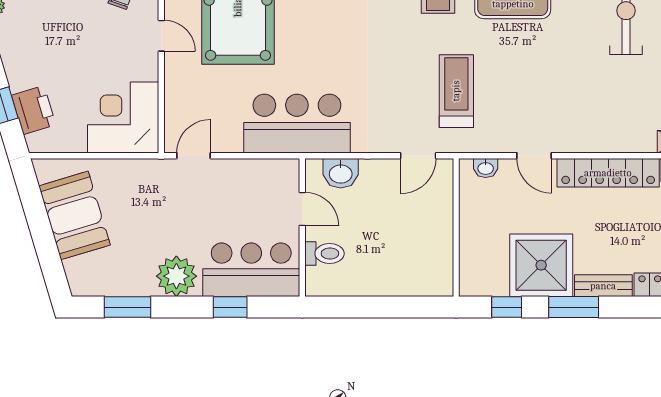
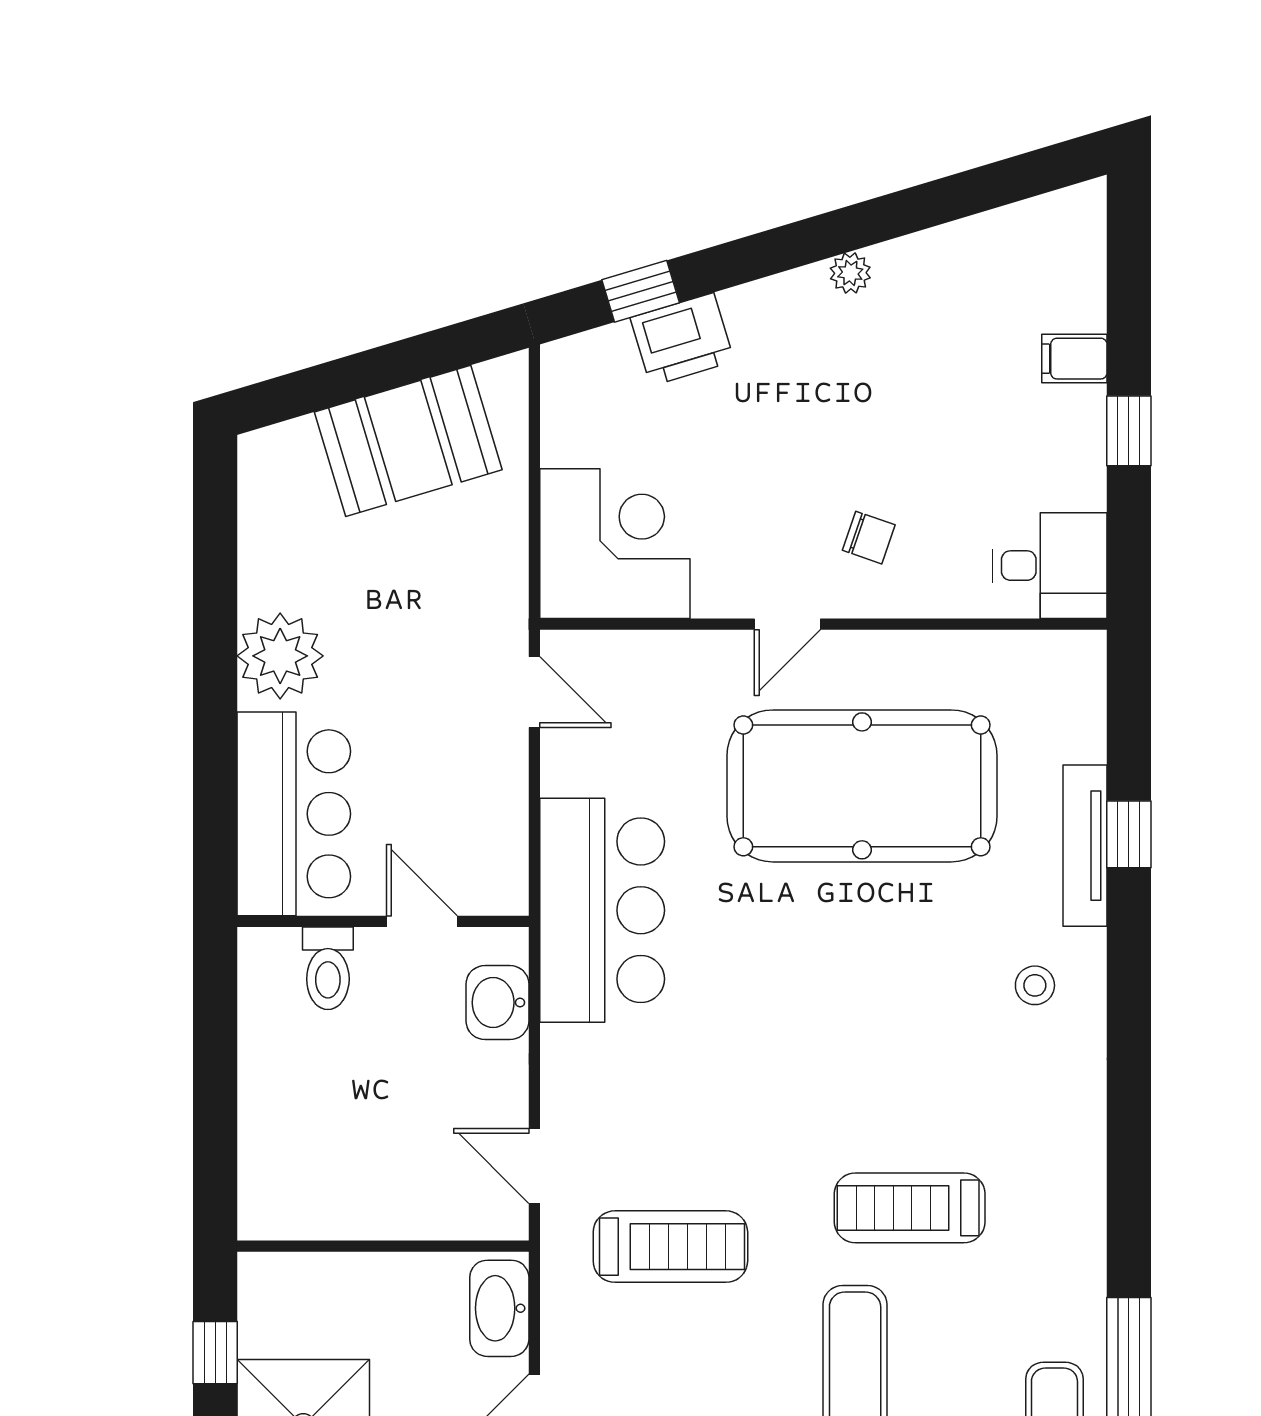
printer: (34, 110) -> (682, 339), moved
washbasin: (486, 168) -> (499, 1308), width x1.91, depth x1.45
door: (302, 209) -> (422, 921), swing flipped
window: (127, 307) -> (215, 553), removed
window: (230, 307) -> (215, 769), removed

